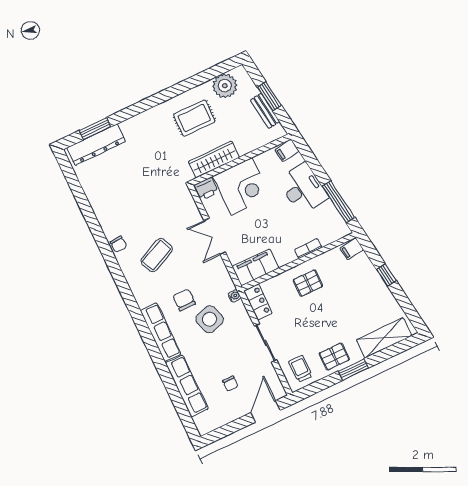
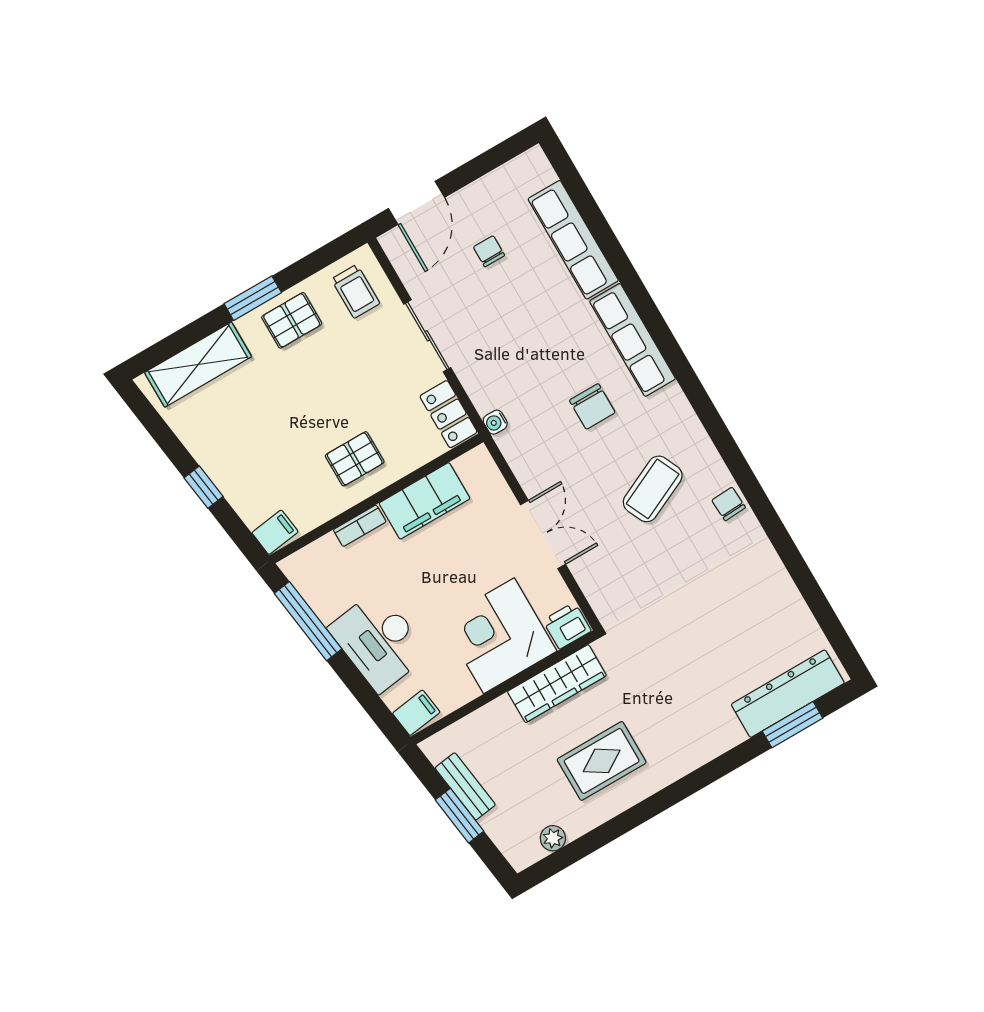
plant: (225, 86) -> (553, 838), width x0.53, depth x0.53
filing cabinet: (255, 267) -> (424, 501), moved
side table: (209, 319) -> (540, 373), removed

